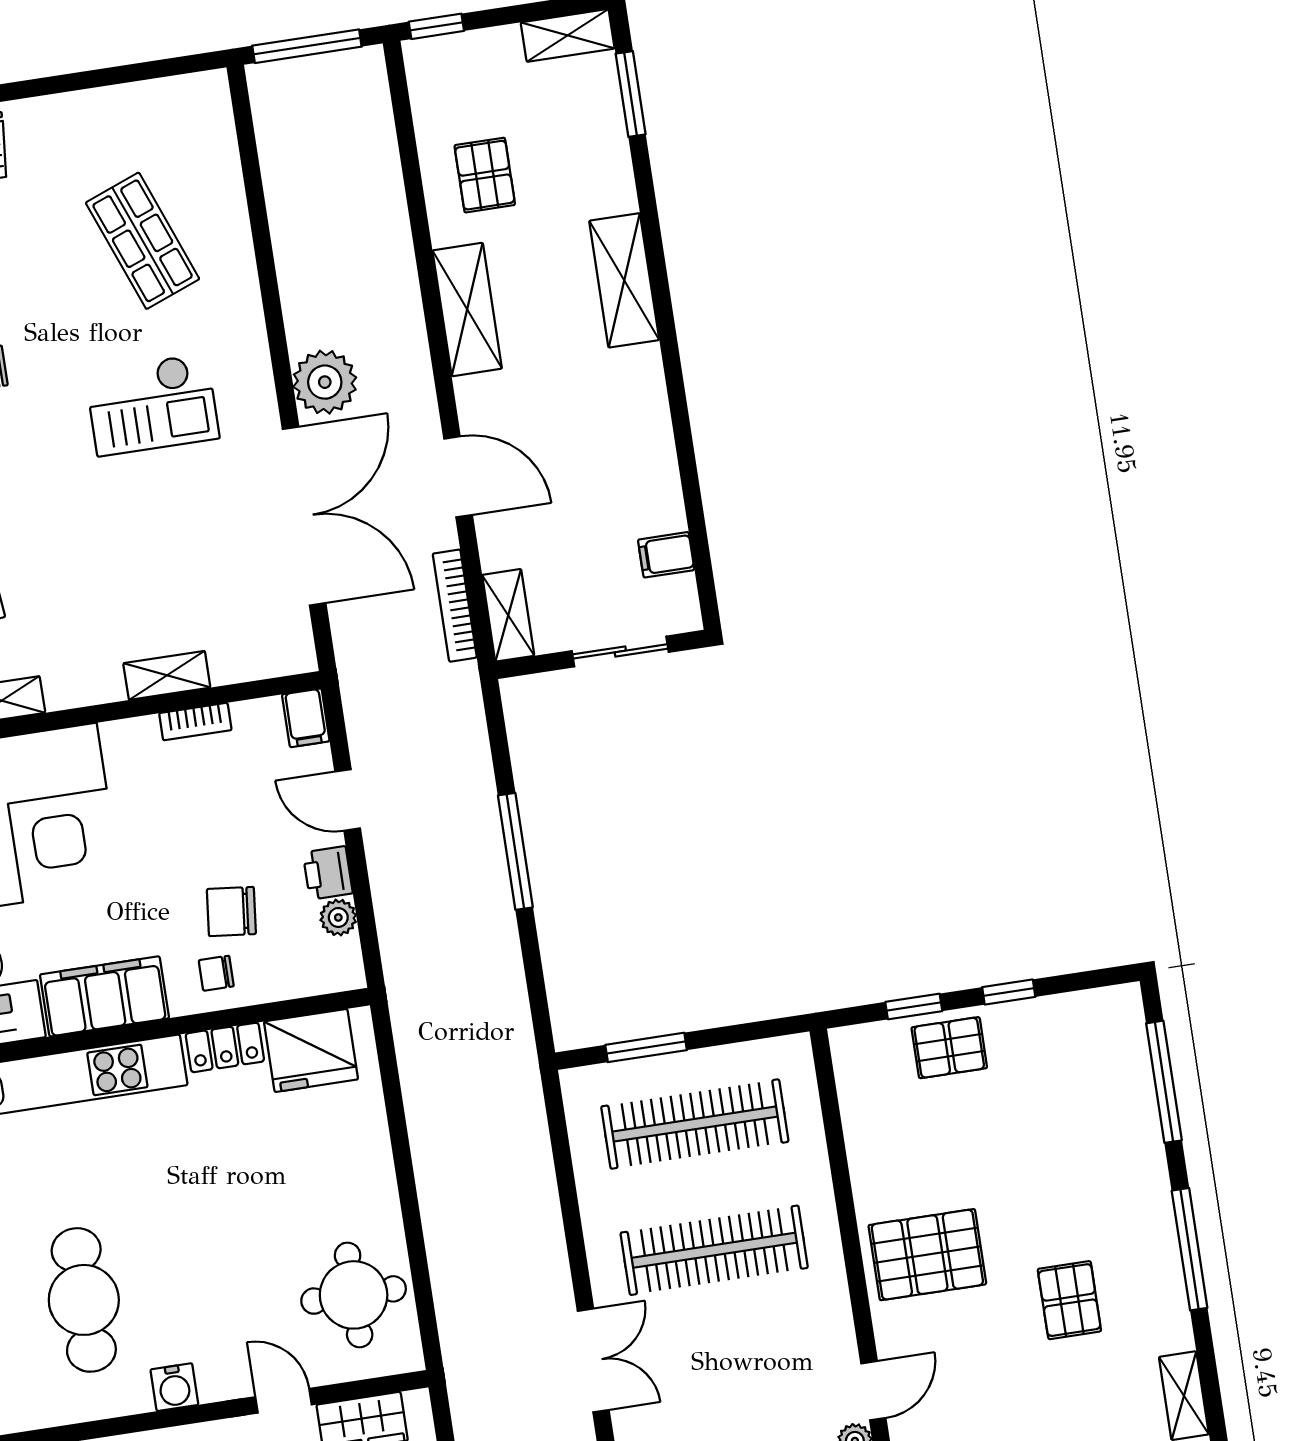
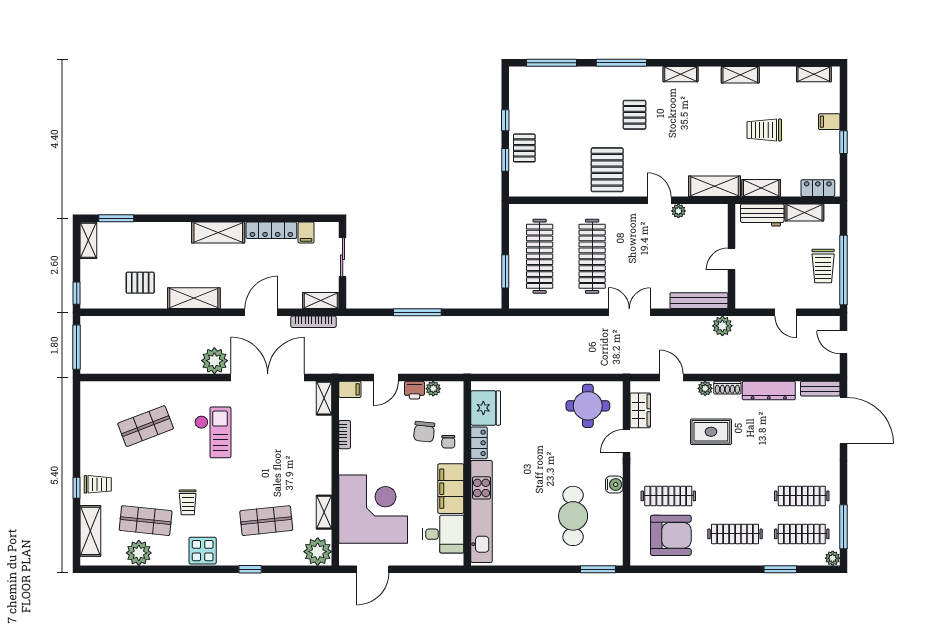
shelving: (624, 280) -> (218, 232), moved
locker: (659, 471) -> (271, 230), added
shelving: (167, 675) -> (324, 398), moved
cafe table: (84, 1300) -> (573, 516), turned 90
pallet: (1069, 1300) -> (634, 115), turned 90

